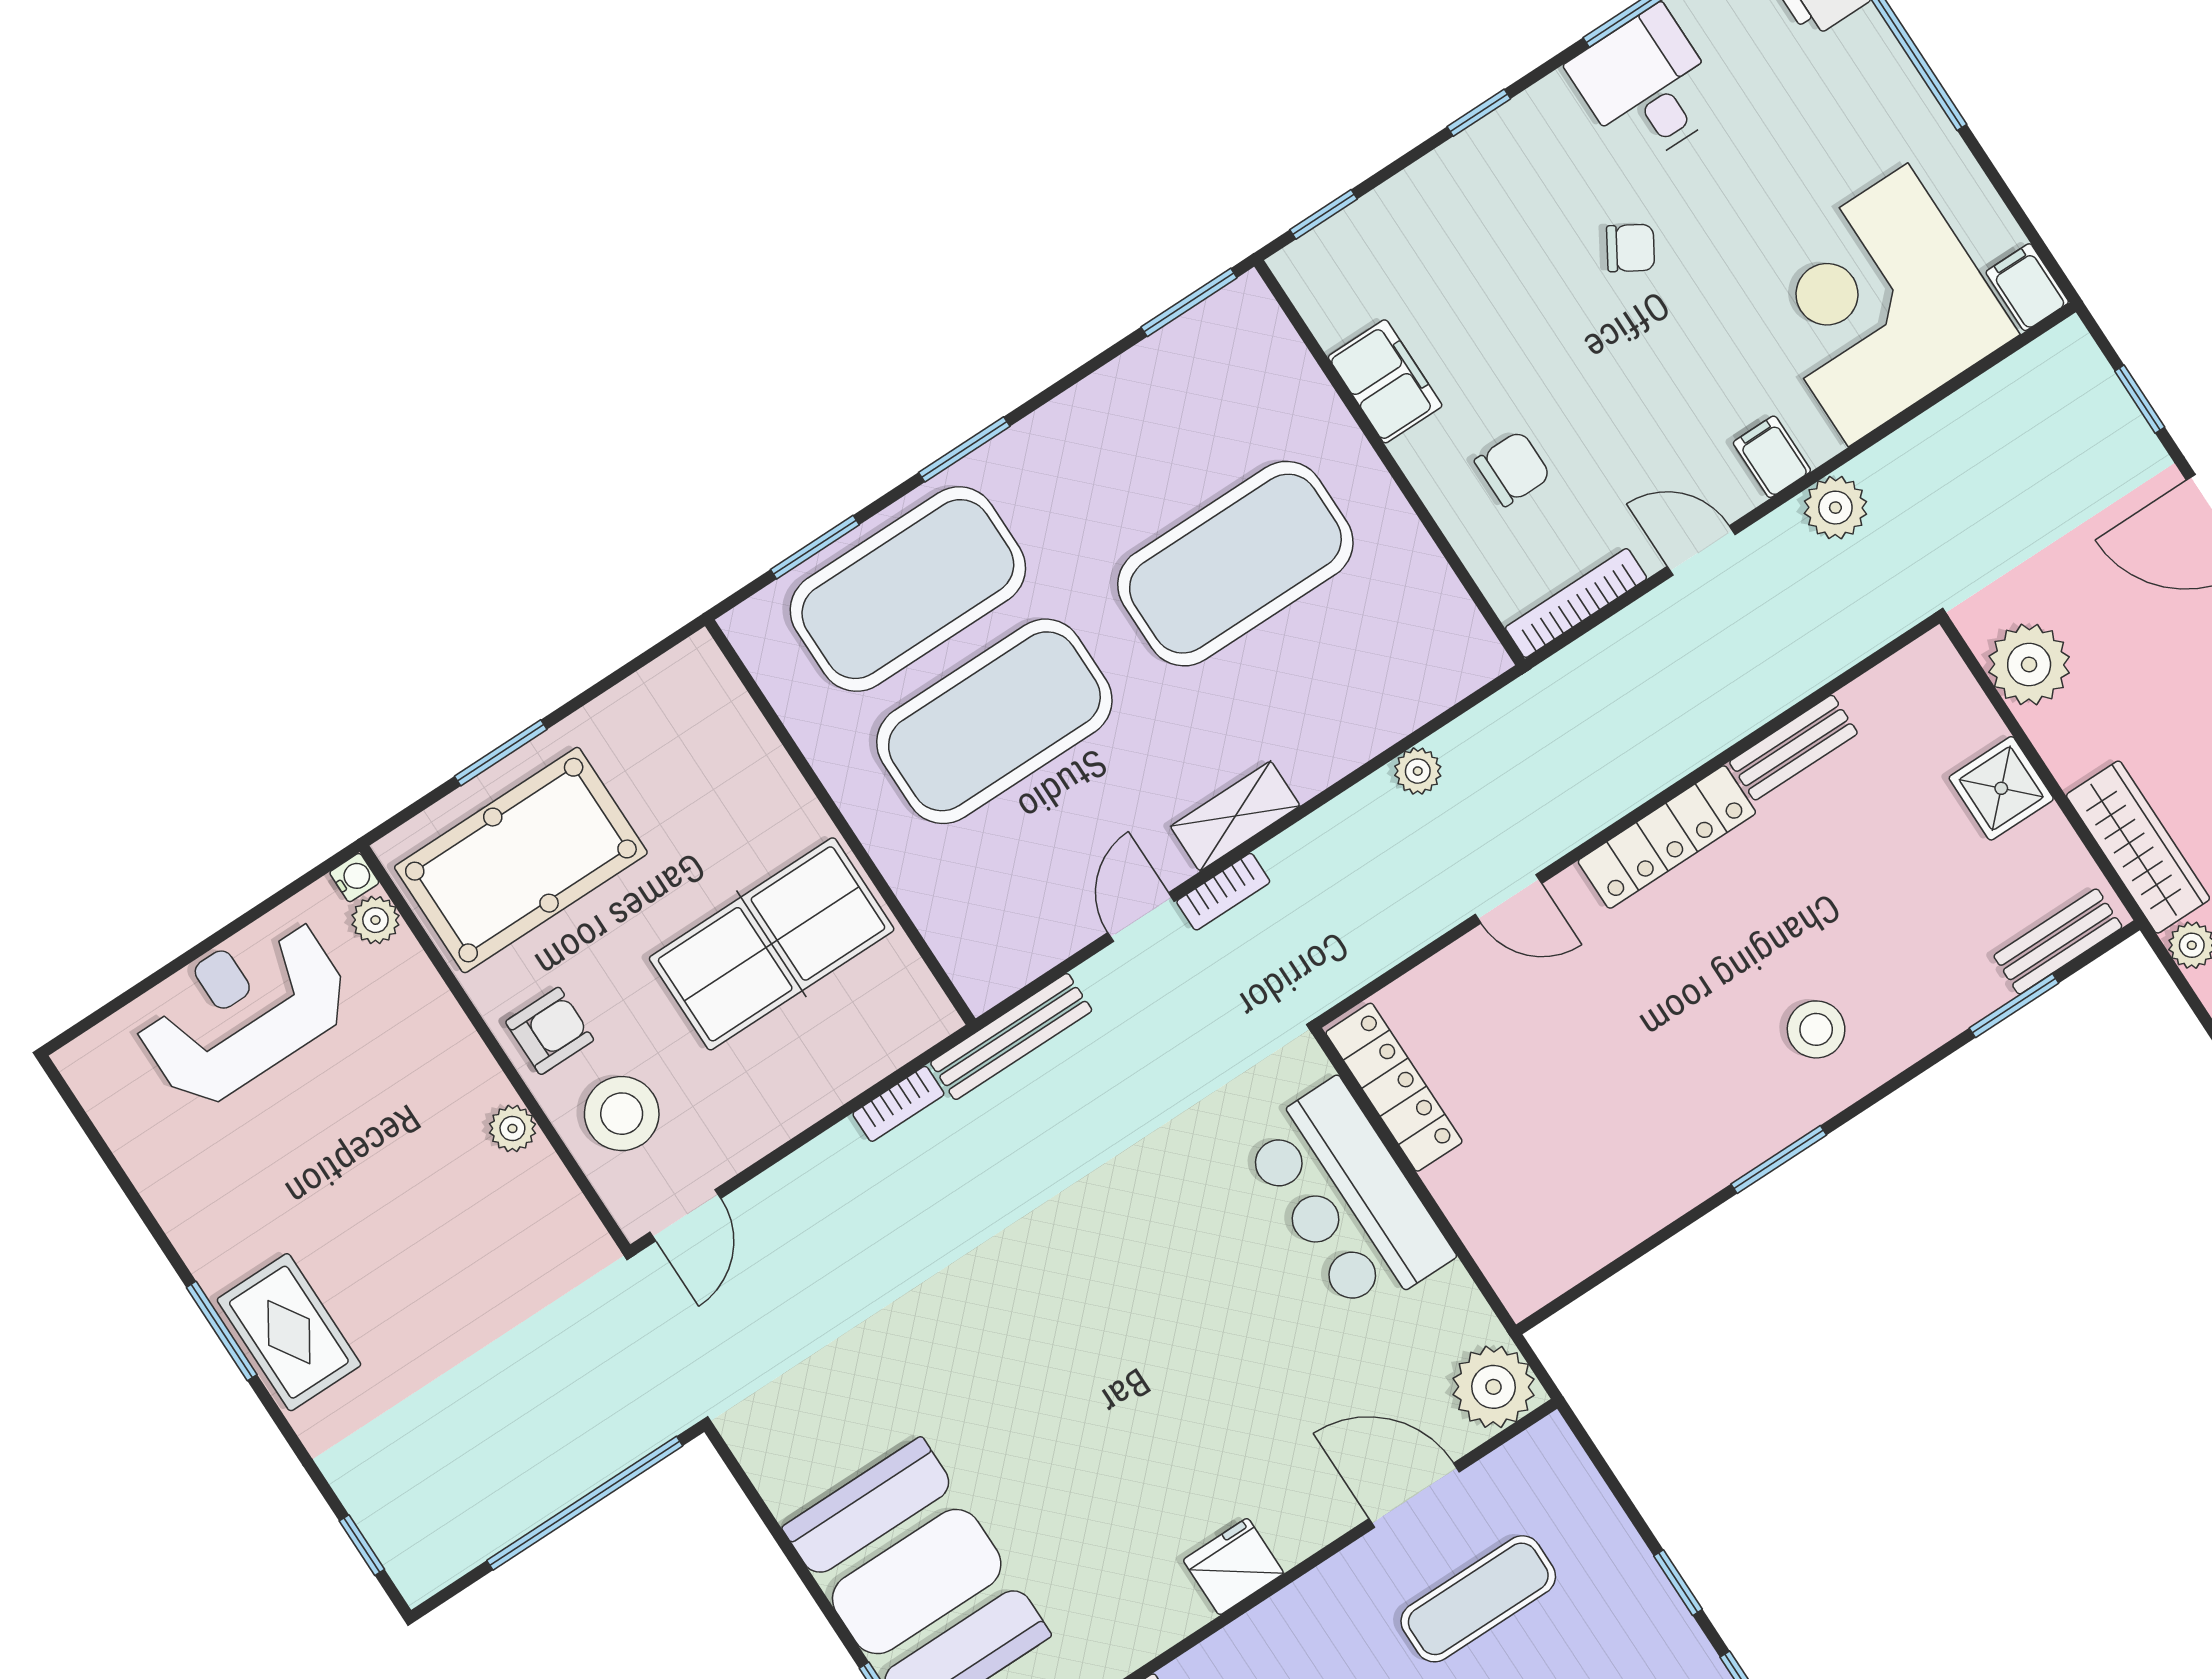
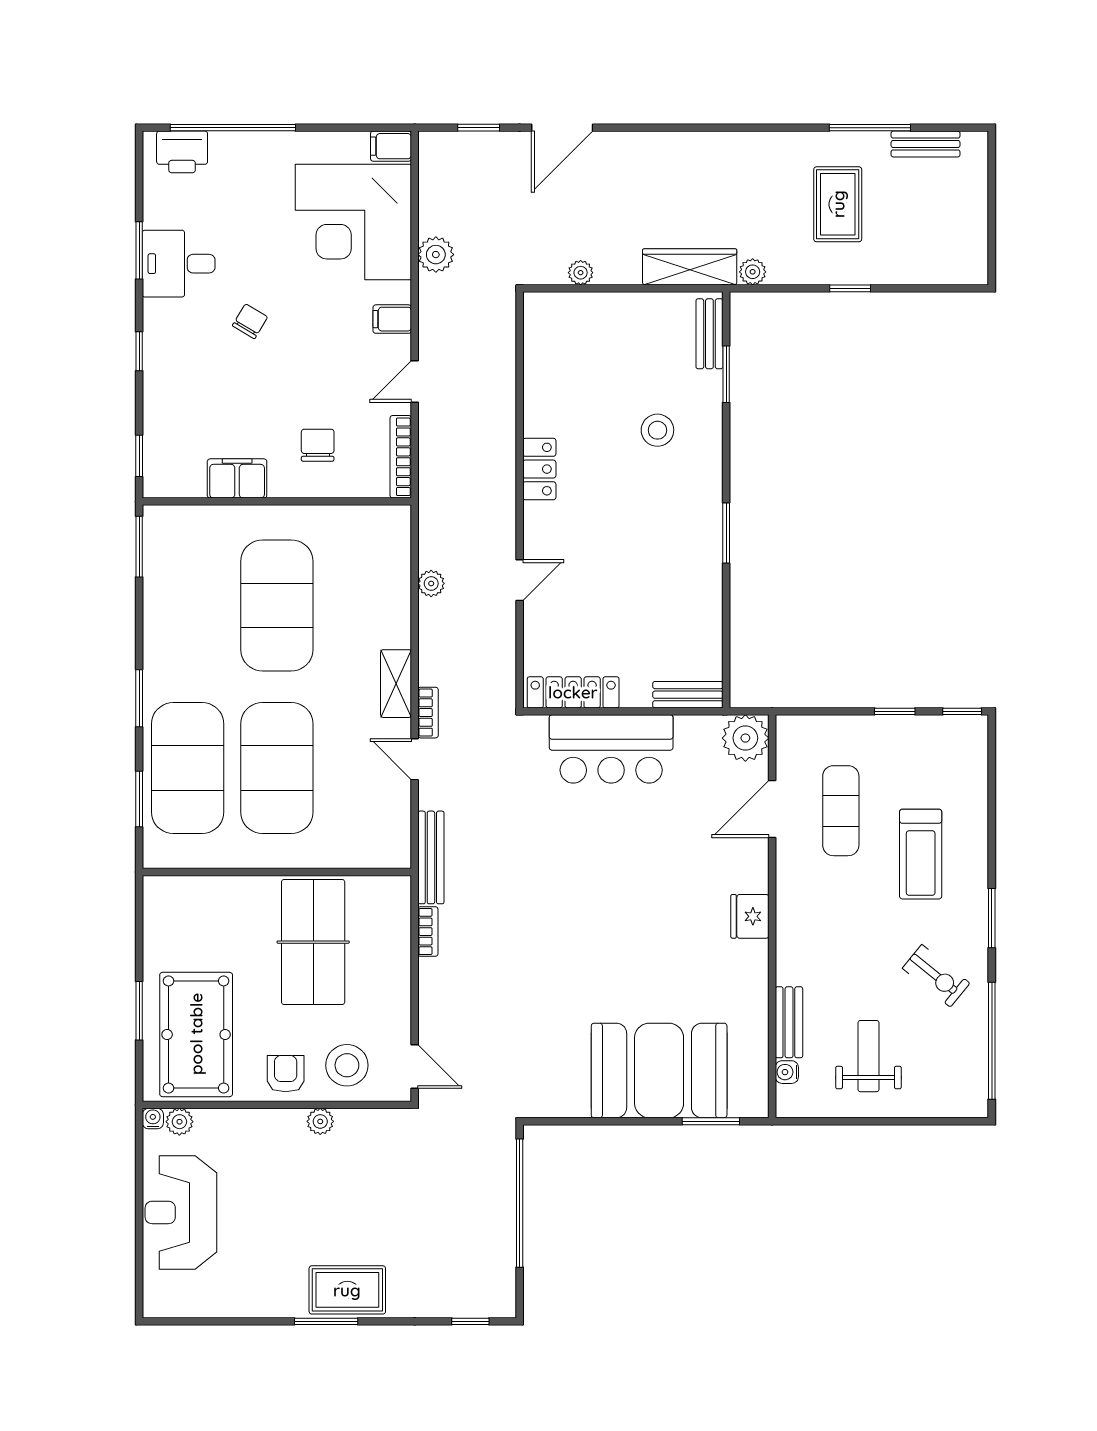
plant: (1835, 508) -> (436, 255), moved
plant: (2029, 664) -> (581, 273), width x0.53, depth x0.53
bench: (1793, 748) -> (688, 695), moved, turned 90
shower: (2001, 788) -> (620, 313), removed
locker: (1667, 837) -> (539, 469), width x0.66
stool: (1816, 1029) -> (657, 430), moved

